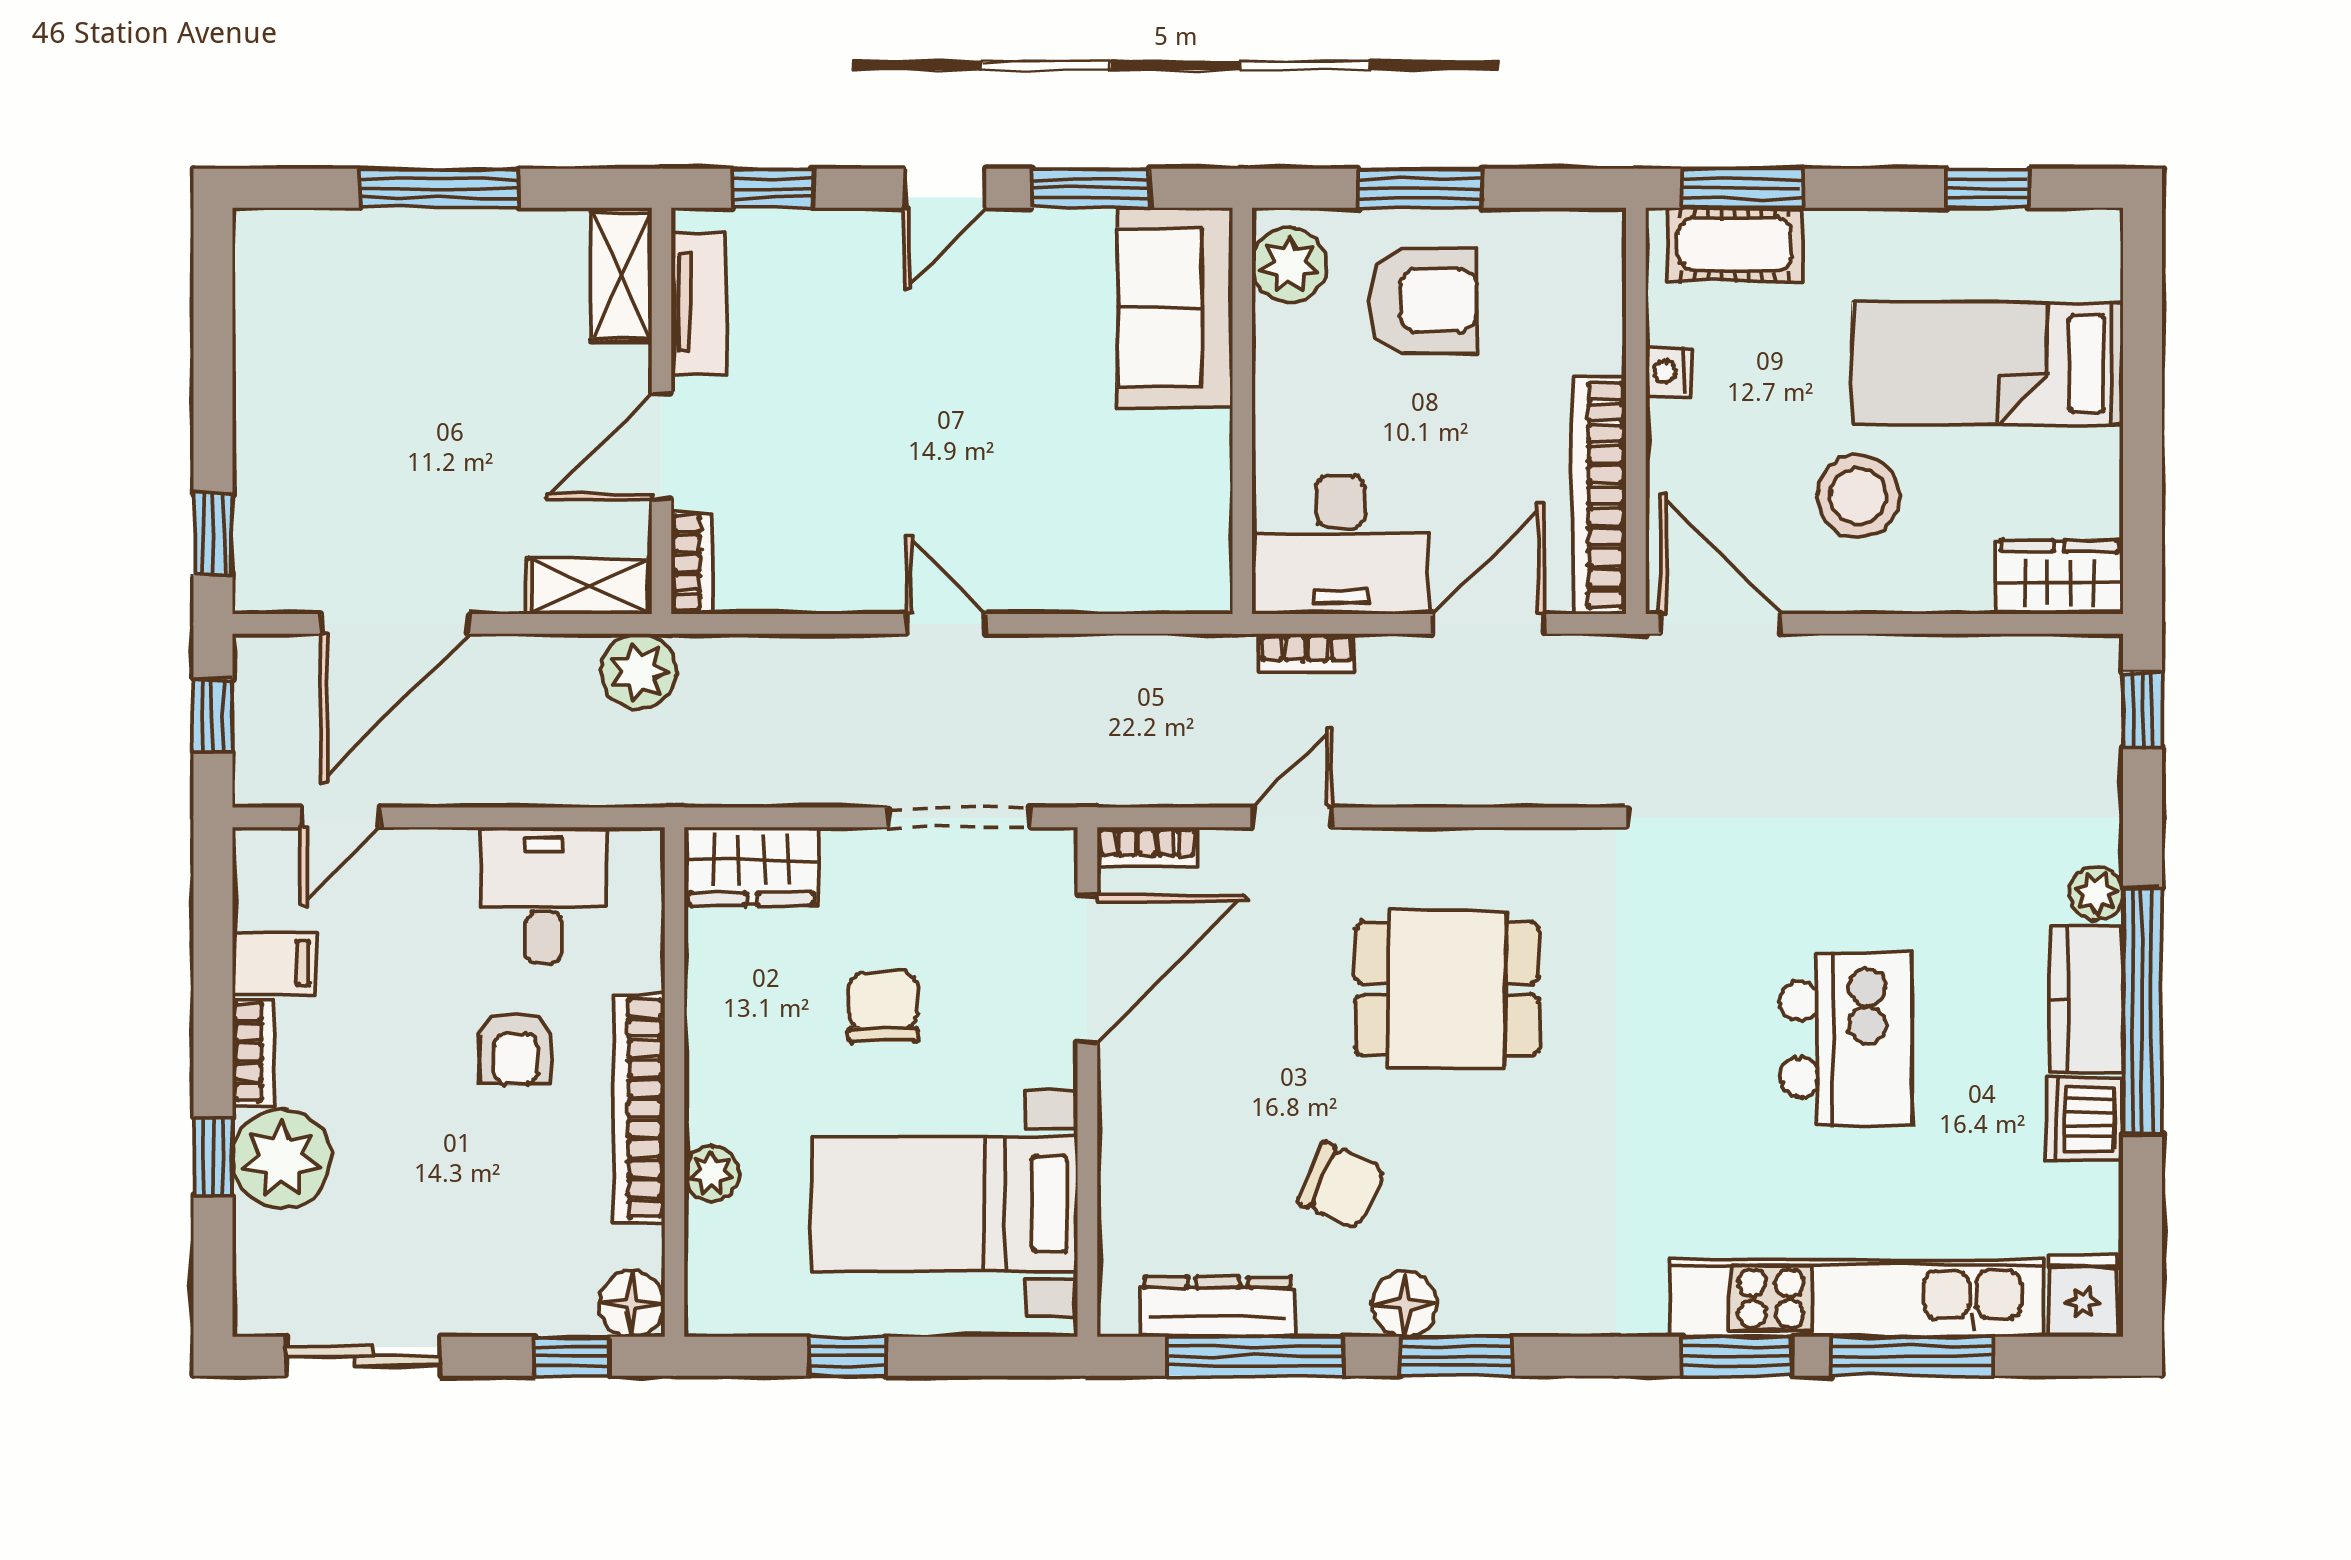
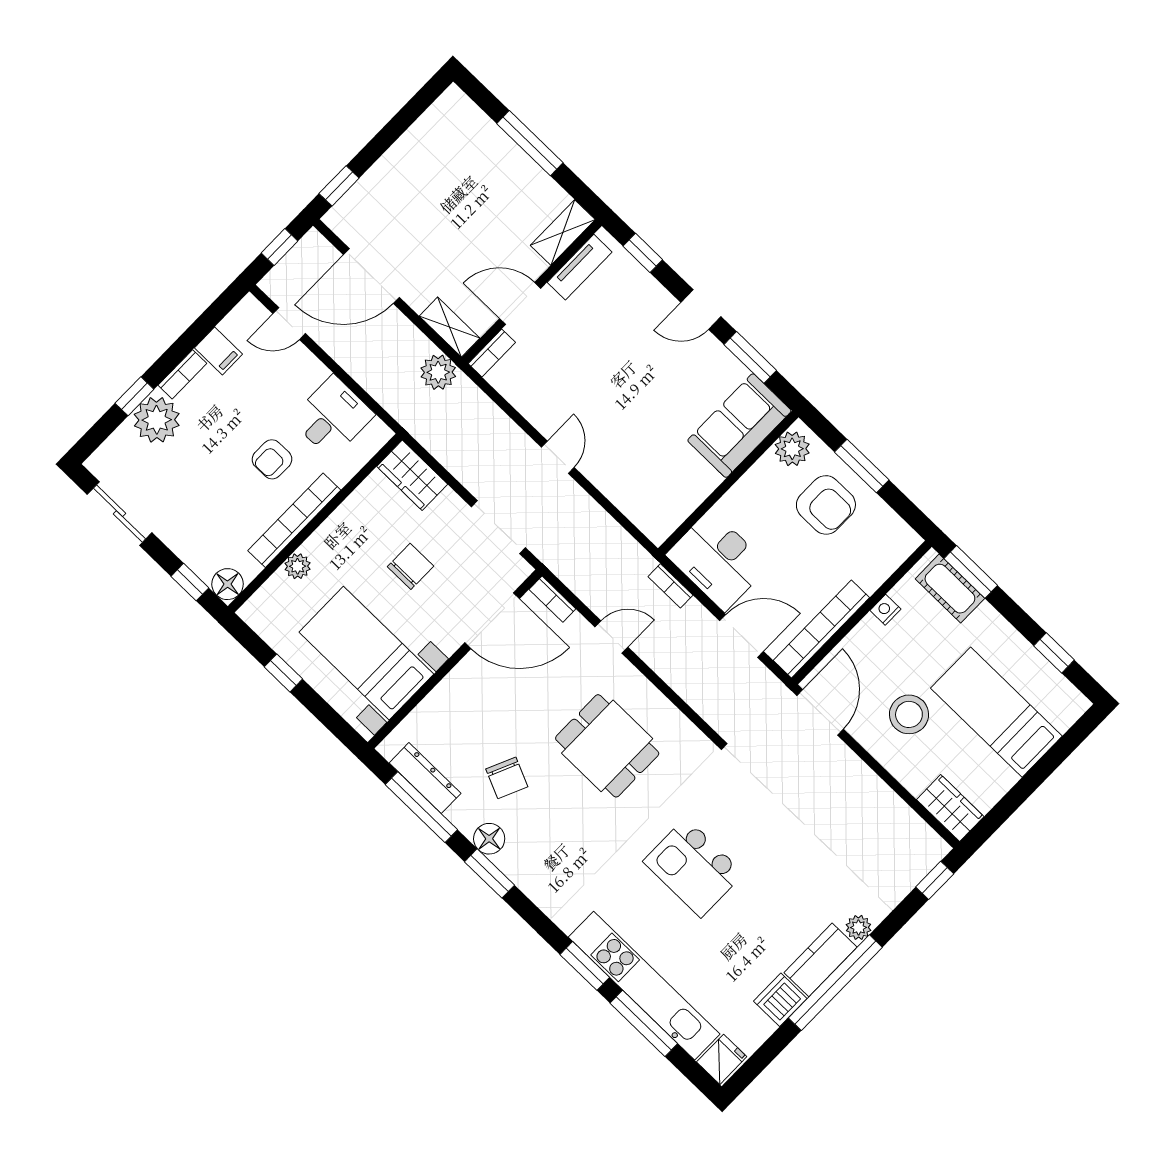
kitchen island: (1846, 1039) -> (693, 867), moved, turned 90

